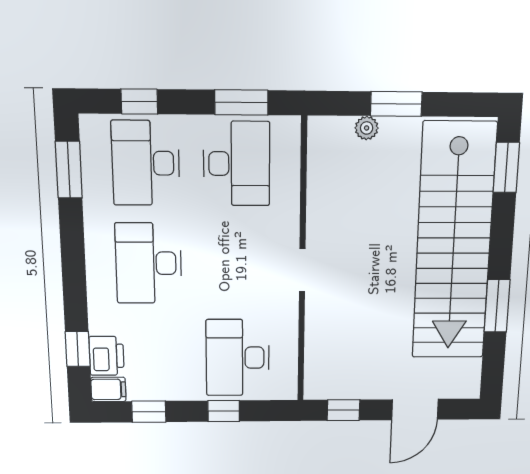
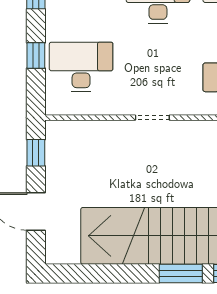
window: (497, 306) -> (181, 273), moved

